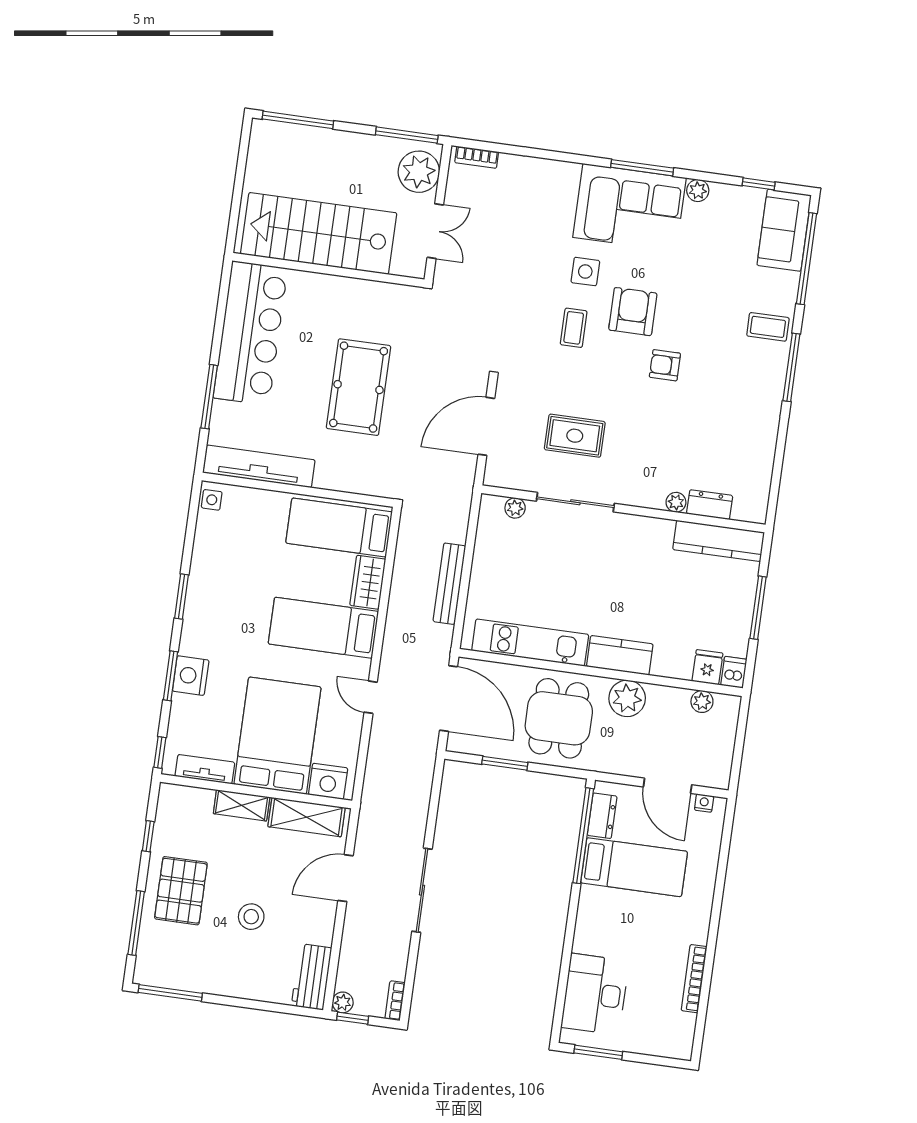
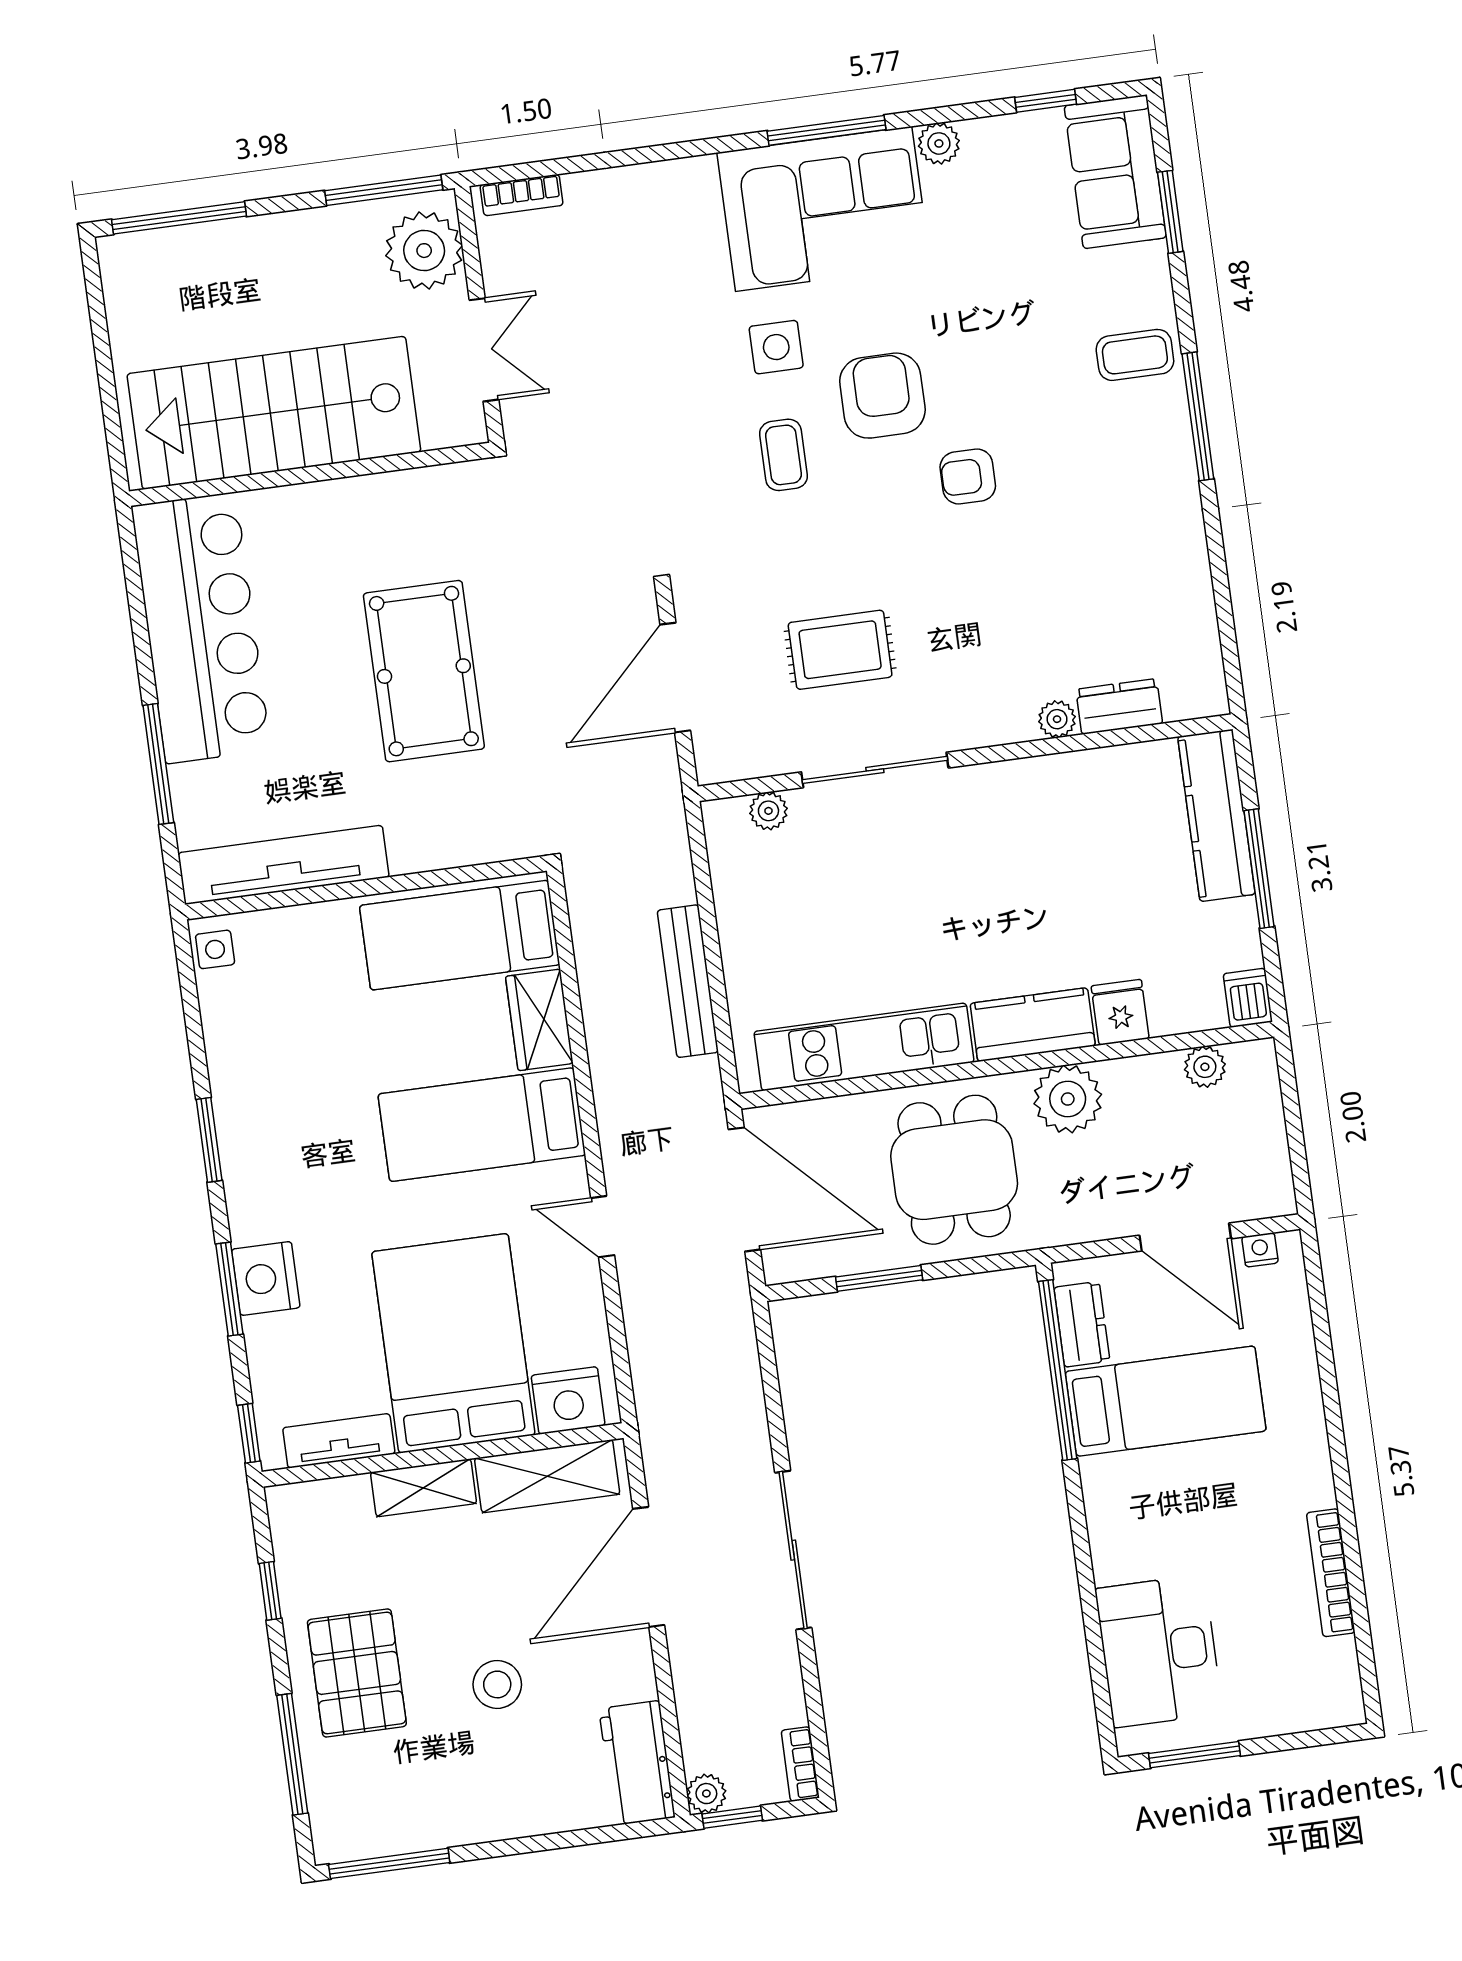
window: (807, 259) -> (1170, 212), width x0.47
kitchen counter: (719, 541) -> (1216, 815), moved, turned 90
fridge: (707, 667) -> (1120, 1012), moved
door: (346, 878) -> (649, 1567), width x1.36

